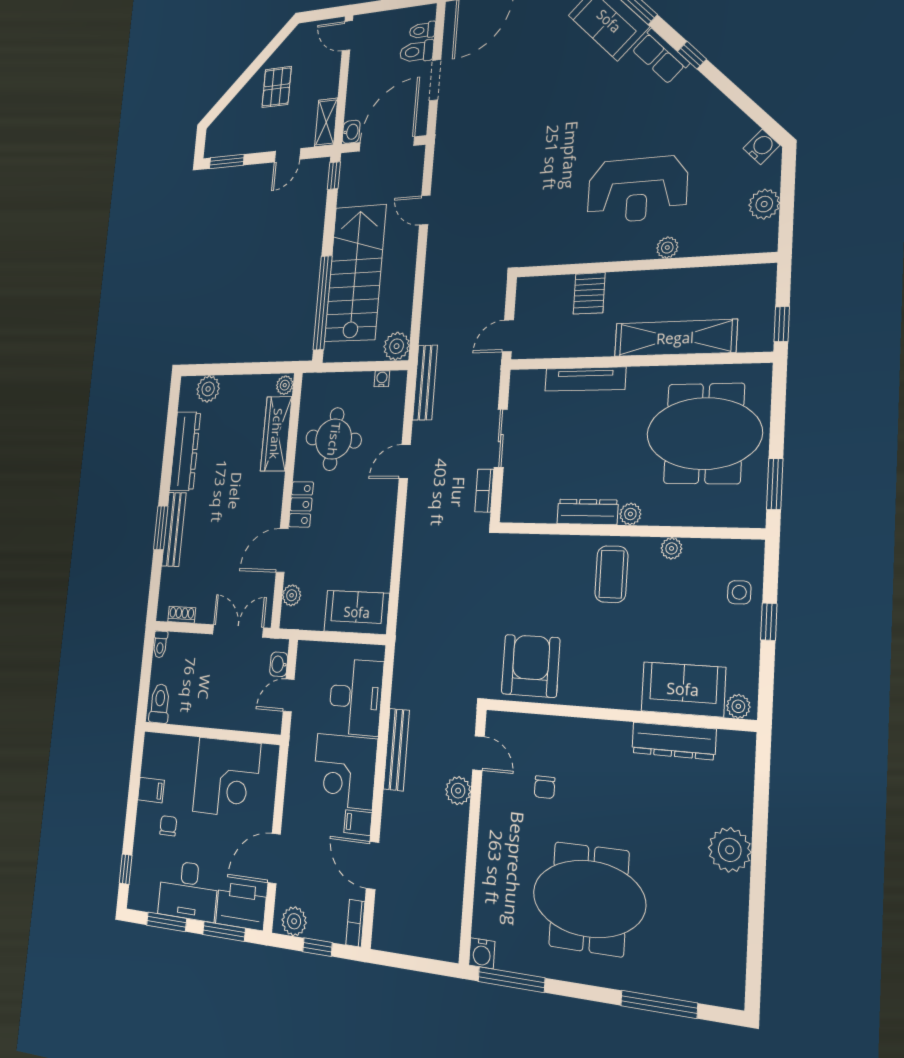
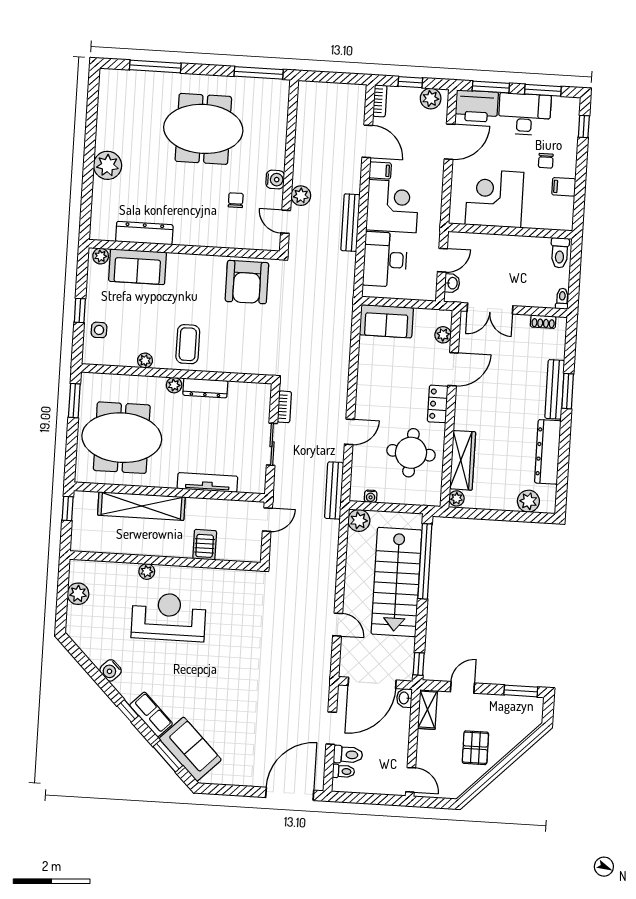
water cooler: (761, 147) -> (111, 670), moved
water cooler: (482, 953) -> (275, 180), moved, turned 90

